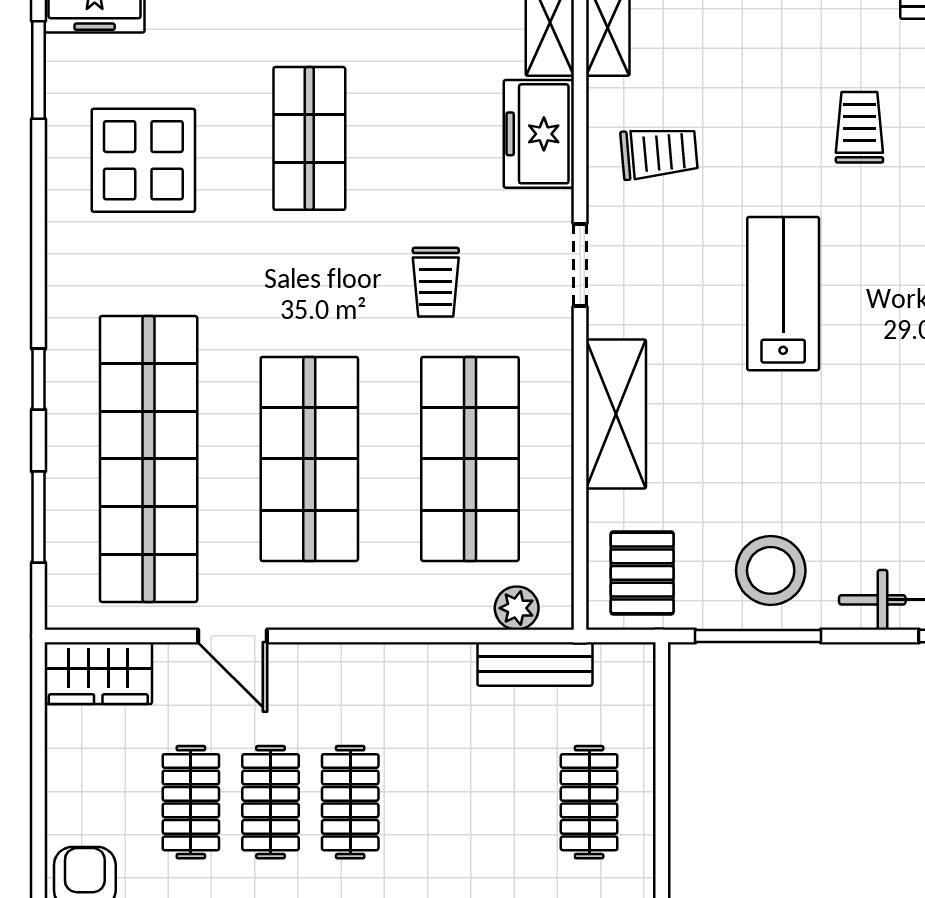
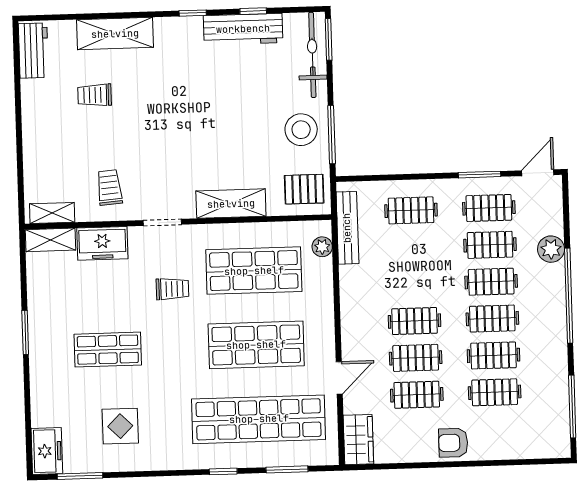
display table: (143, 160) -> (120, 426), width x0.73, depth x0.73
lab bench: (783, 294) -> (173, 128), removed
bench: (535, 664) -> (347, 228), width x1.36

